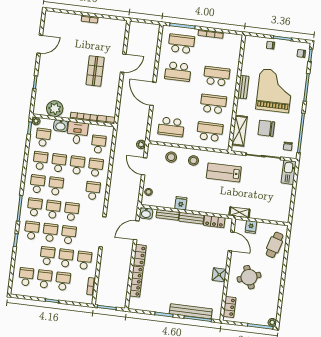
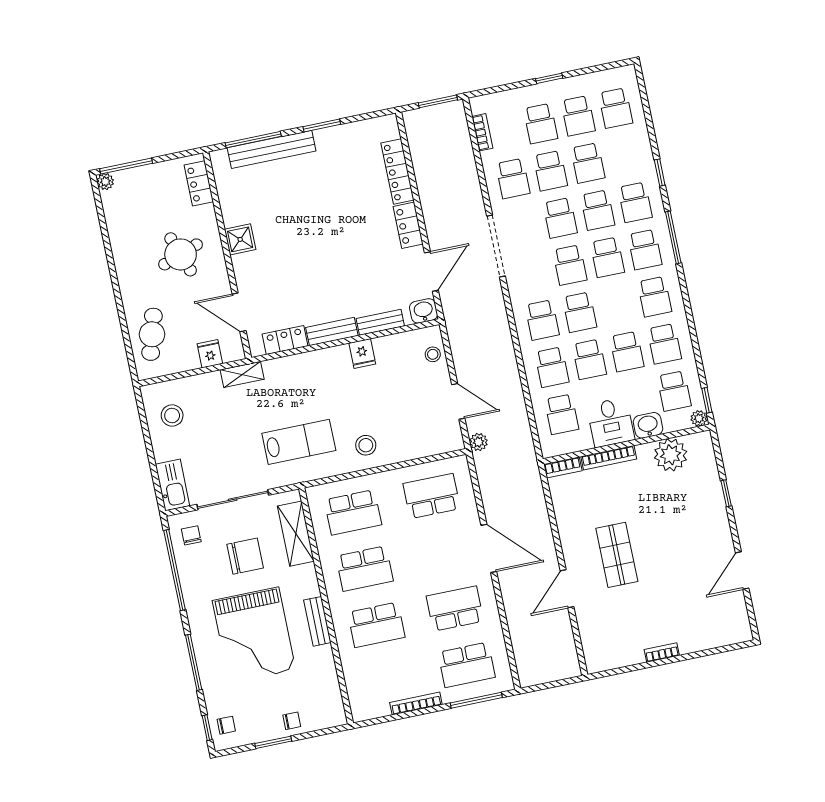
stool: (171, 157) -> (172, 415), moved
school desk: (56, 186) -> (580, 312), moved

